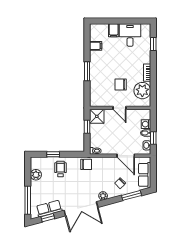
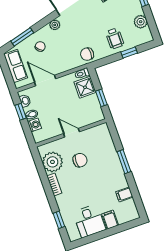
shower: (97, 116) -> (85, 87), moved

